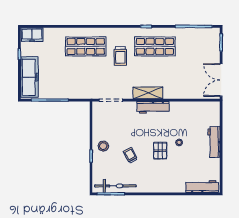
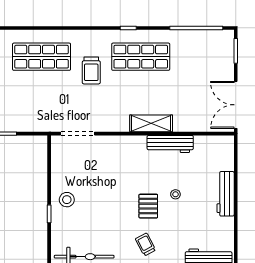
shelving: (148, 93) -> (151, 123), moved
workbench: (153, 107) -> (170, 144), moved
trolley: (130, 155) -> (146, 244), moved

